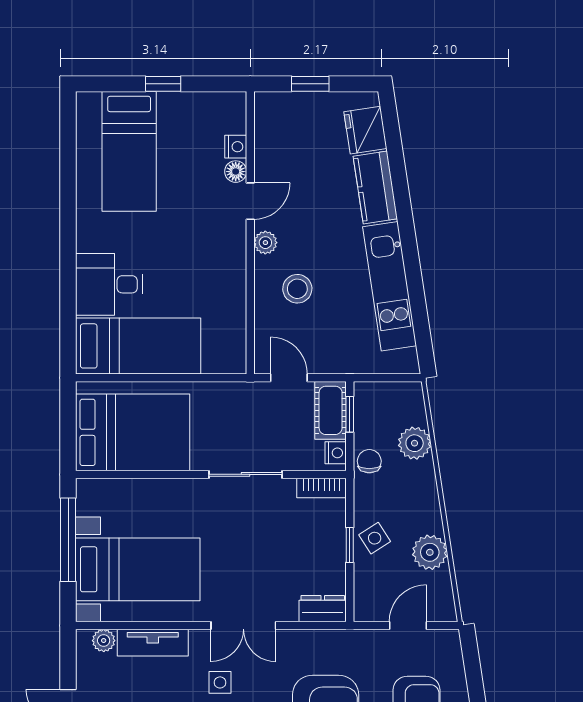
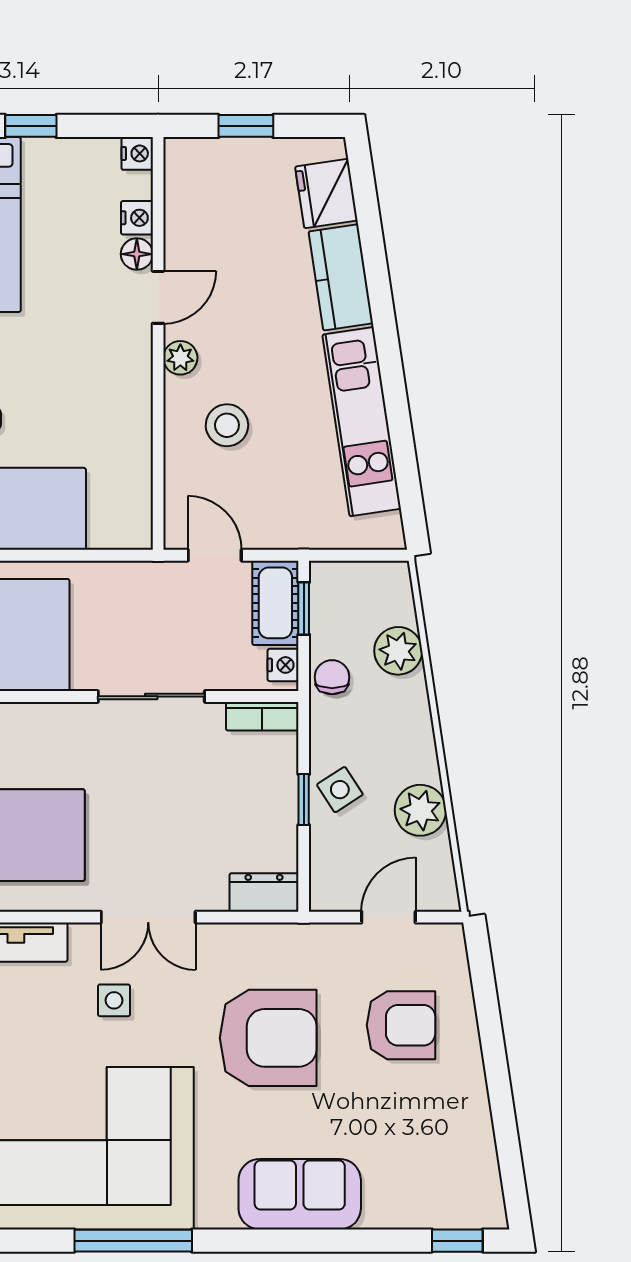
nightstand: (236, 103) -> (137, 153), added

